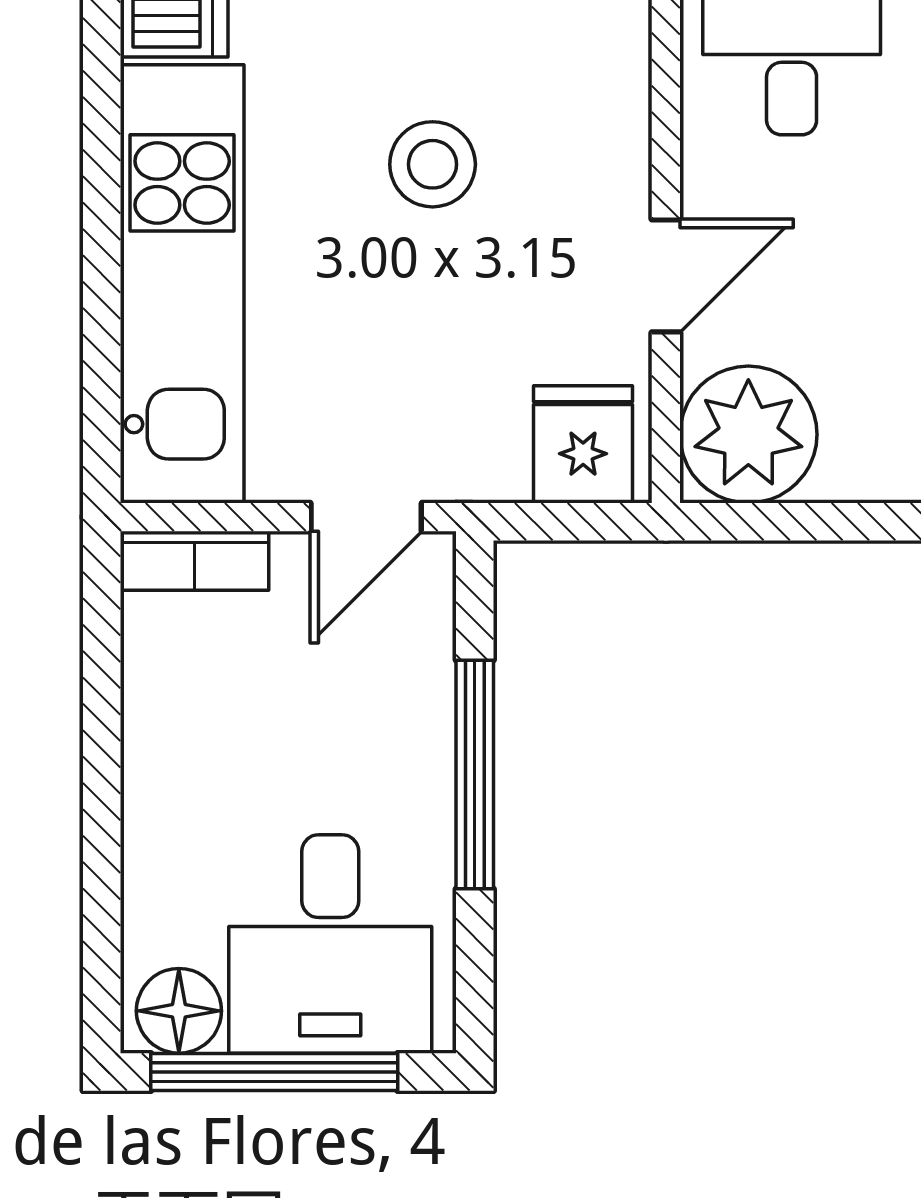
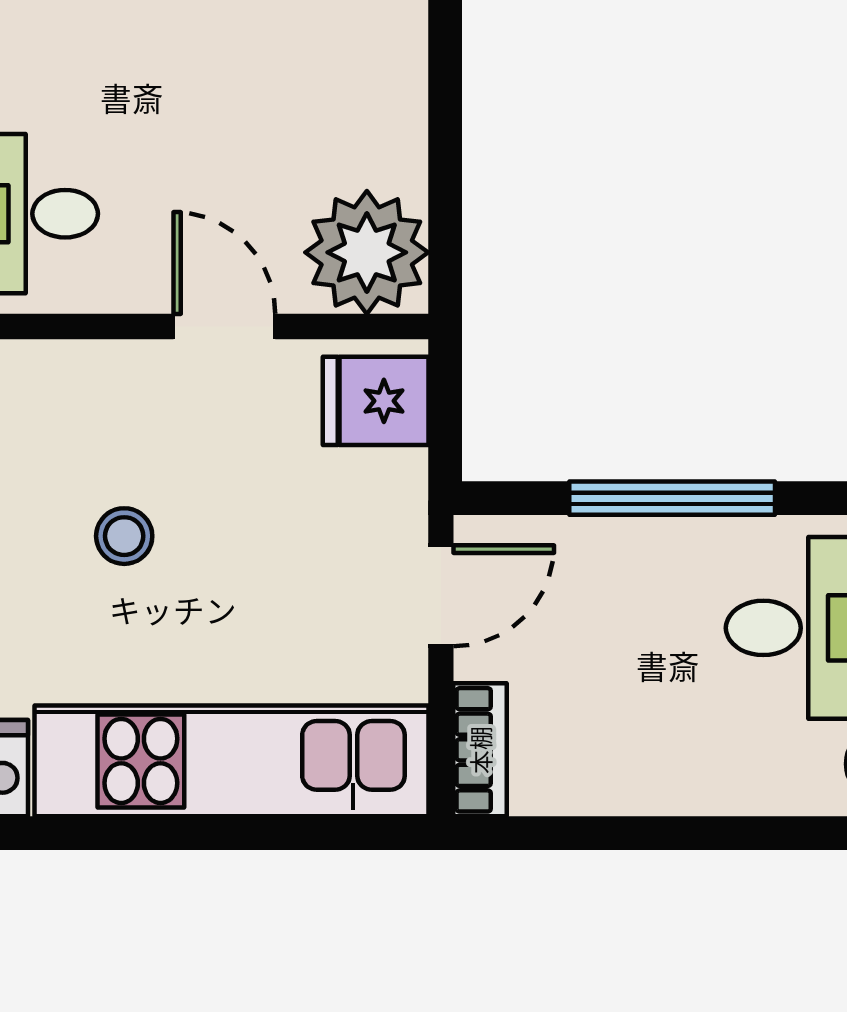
stool: (433, 164) -> (124, 536), width x0.73, depth x0.73
door: (366, 517) -> (441, 596), hinge flipped

